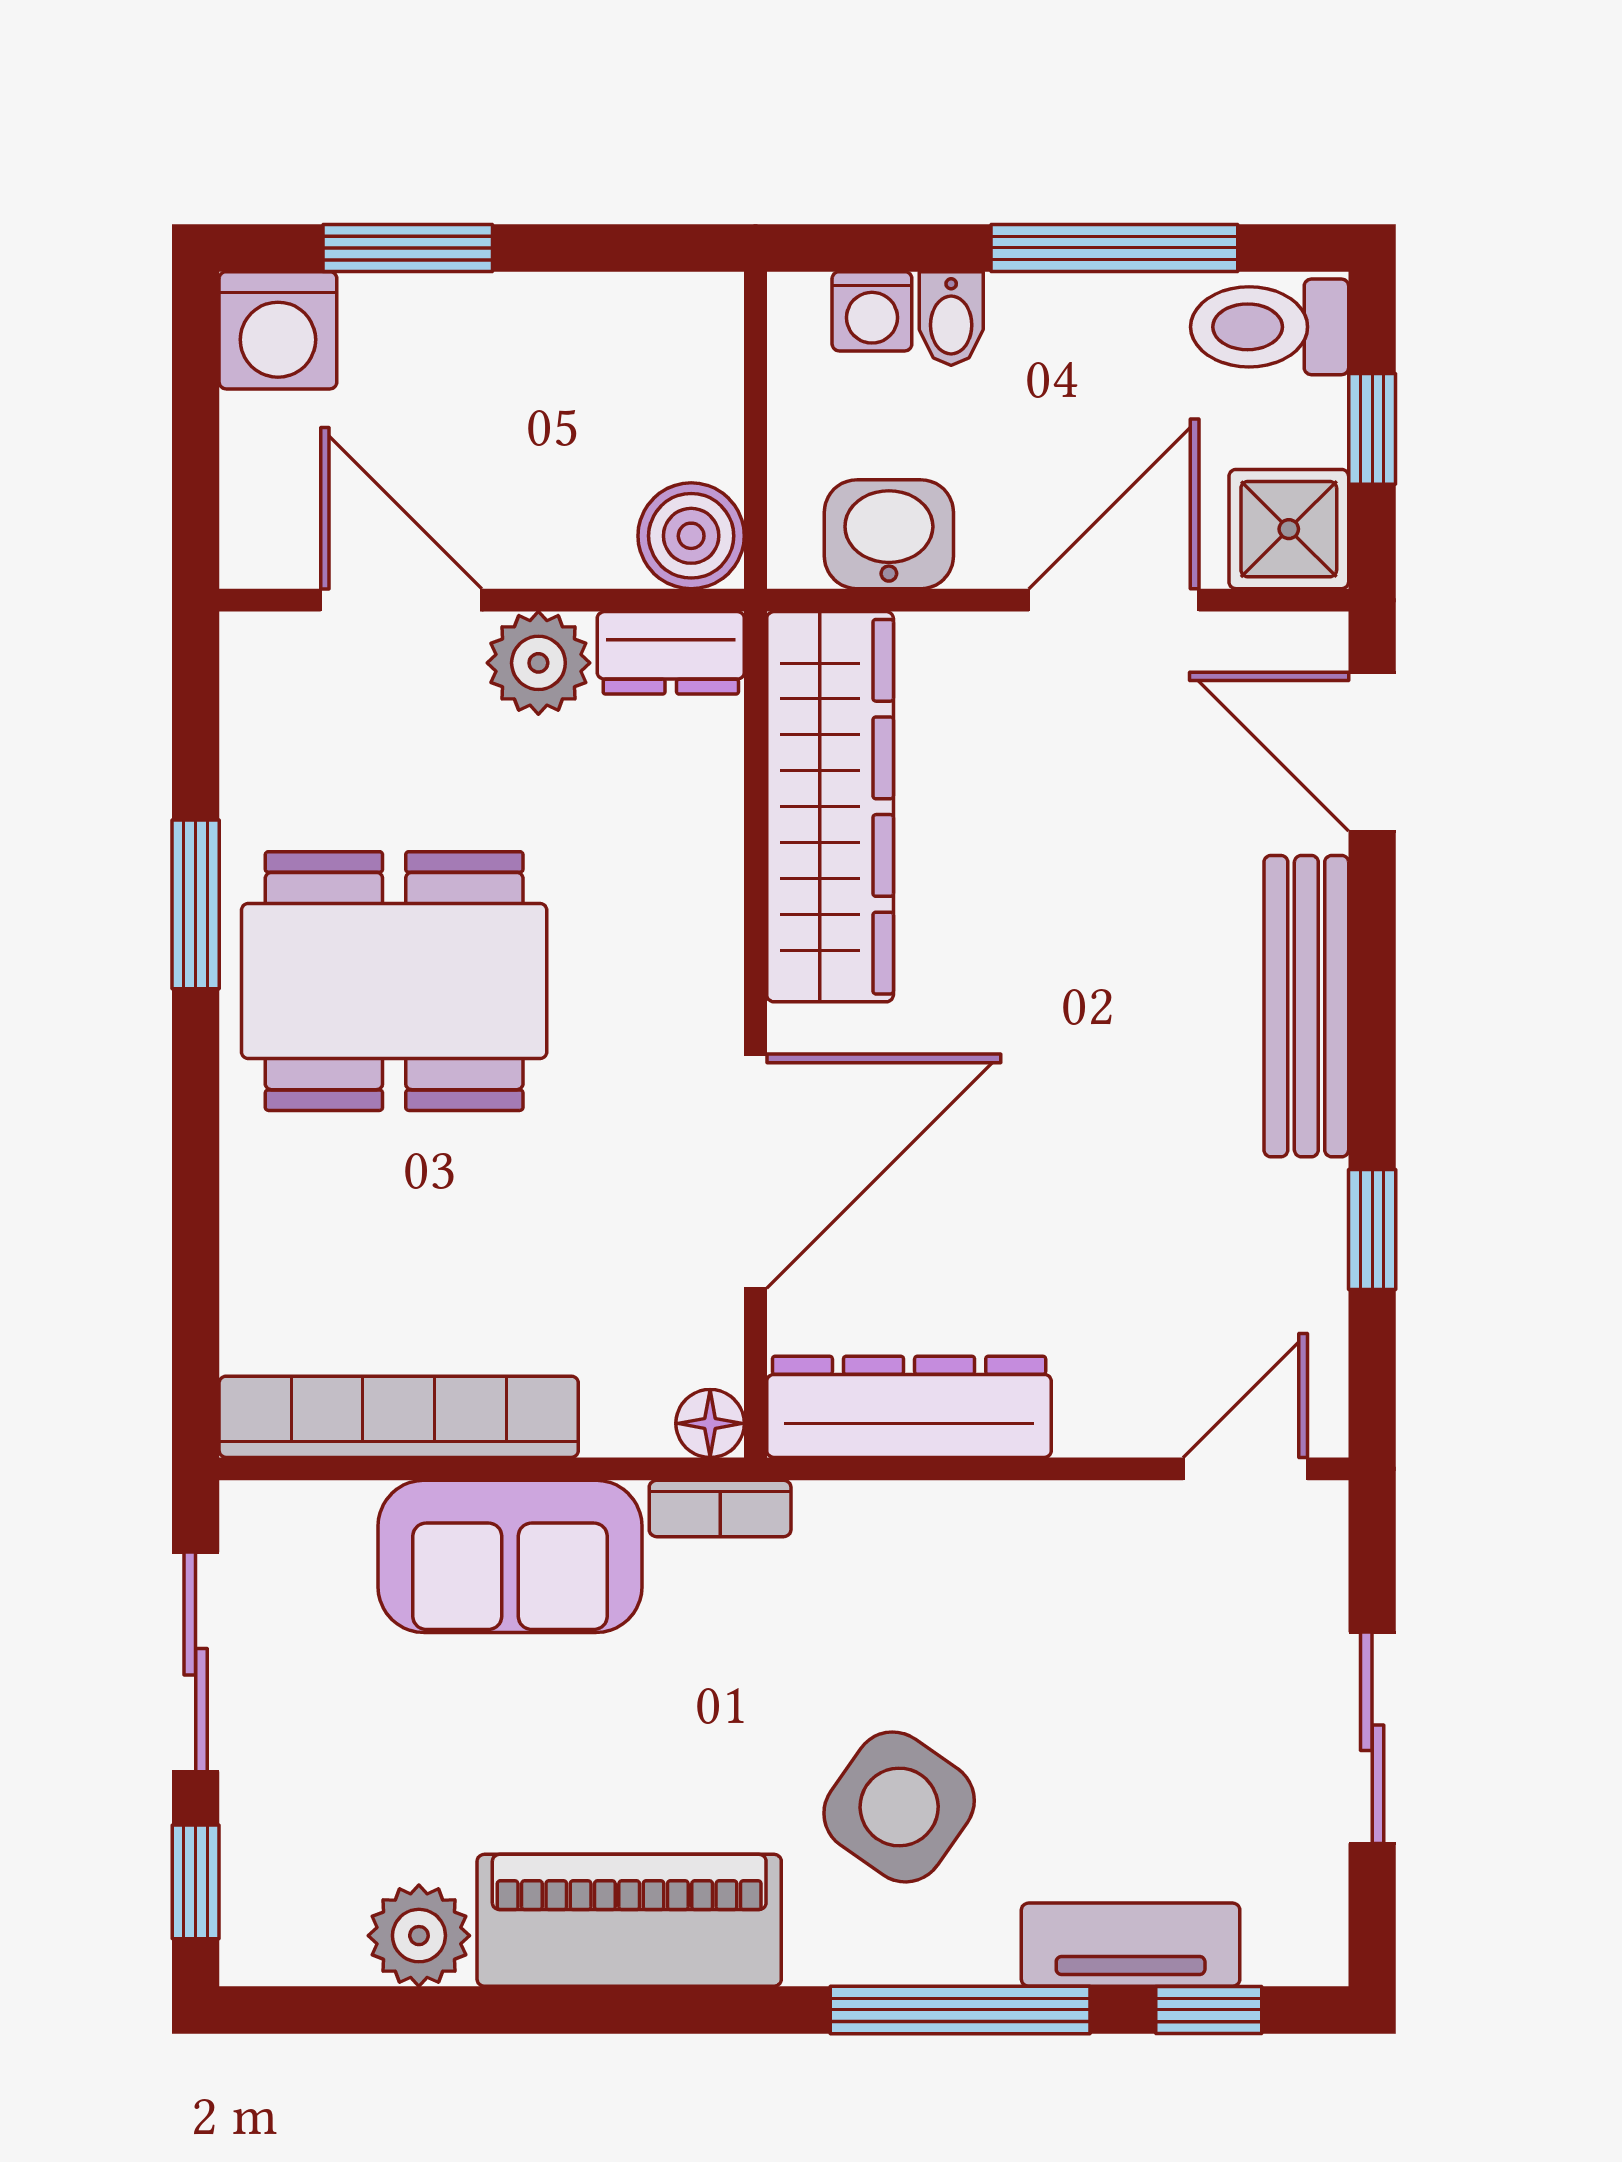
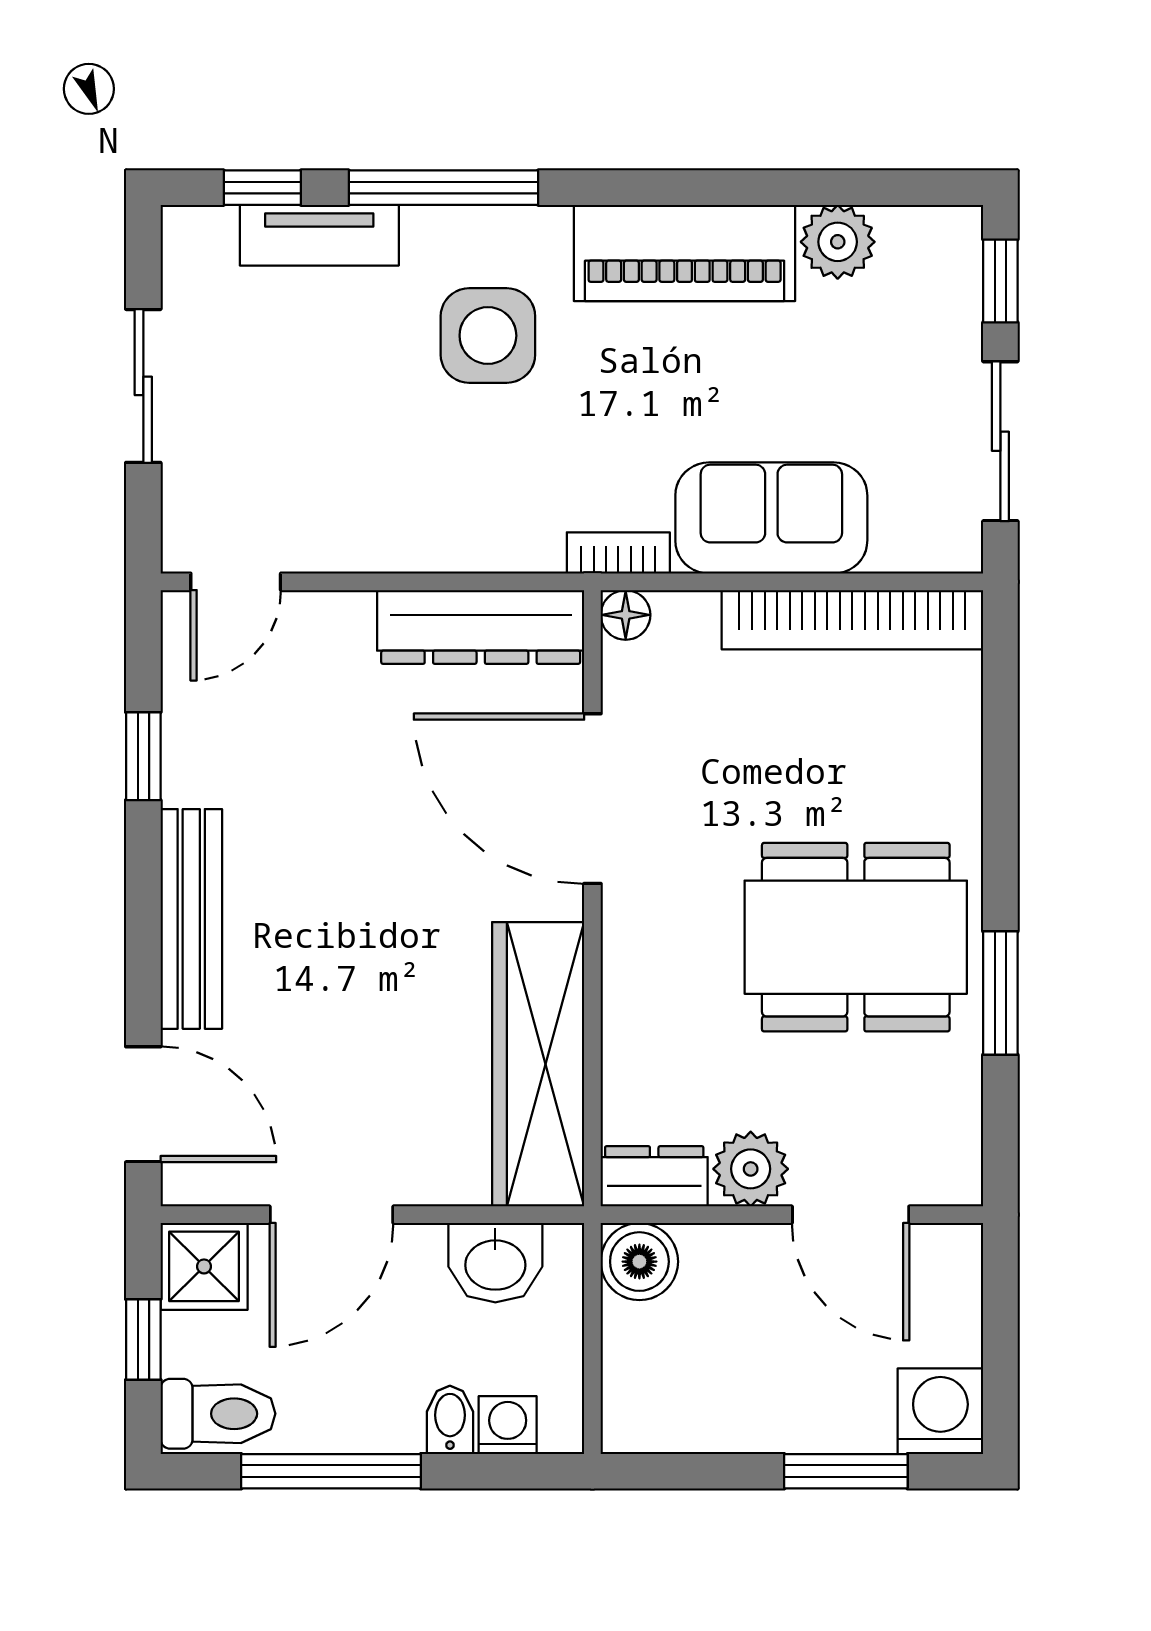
door: (756, 1171) -> (592, 799), hinge flipped
side table: (899, 1807) -> (488, 336), turned -35

